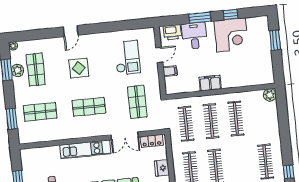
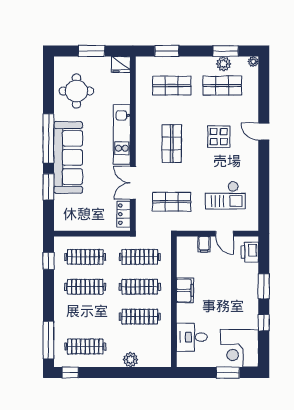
corner desk: (231, 35) -> (239, 348), moved
desk: (194, 36) -> (192, 337), moved, turned 180
plant: (270, 95) -> (131, 360), moved
shop shelf: (40, 112) -> (172, 86), turned 90
fridge: (162, 168) -> (121, 64), moved, turned 180

